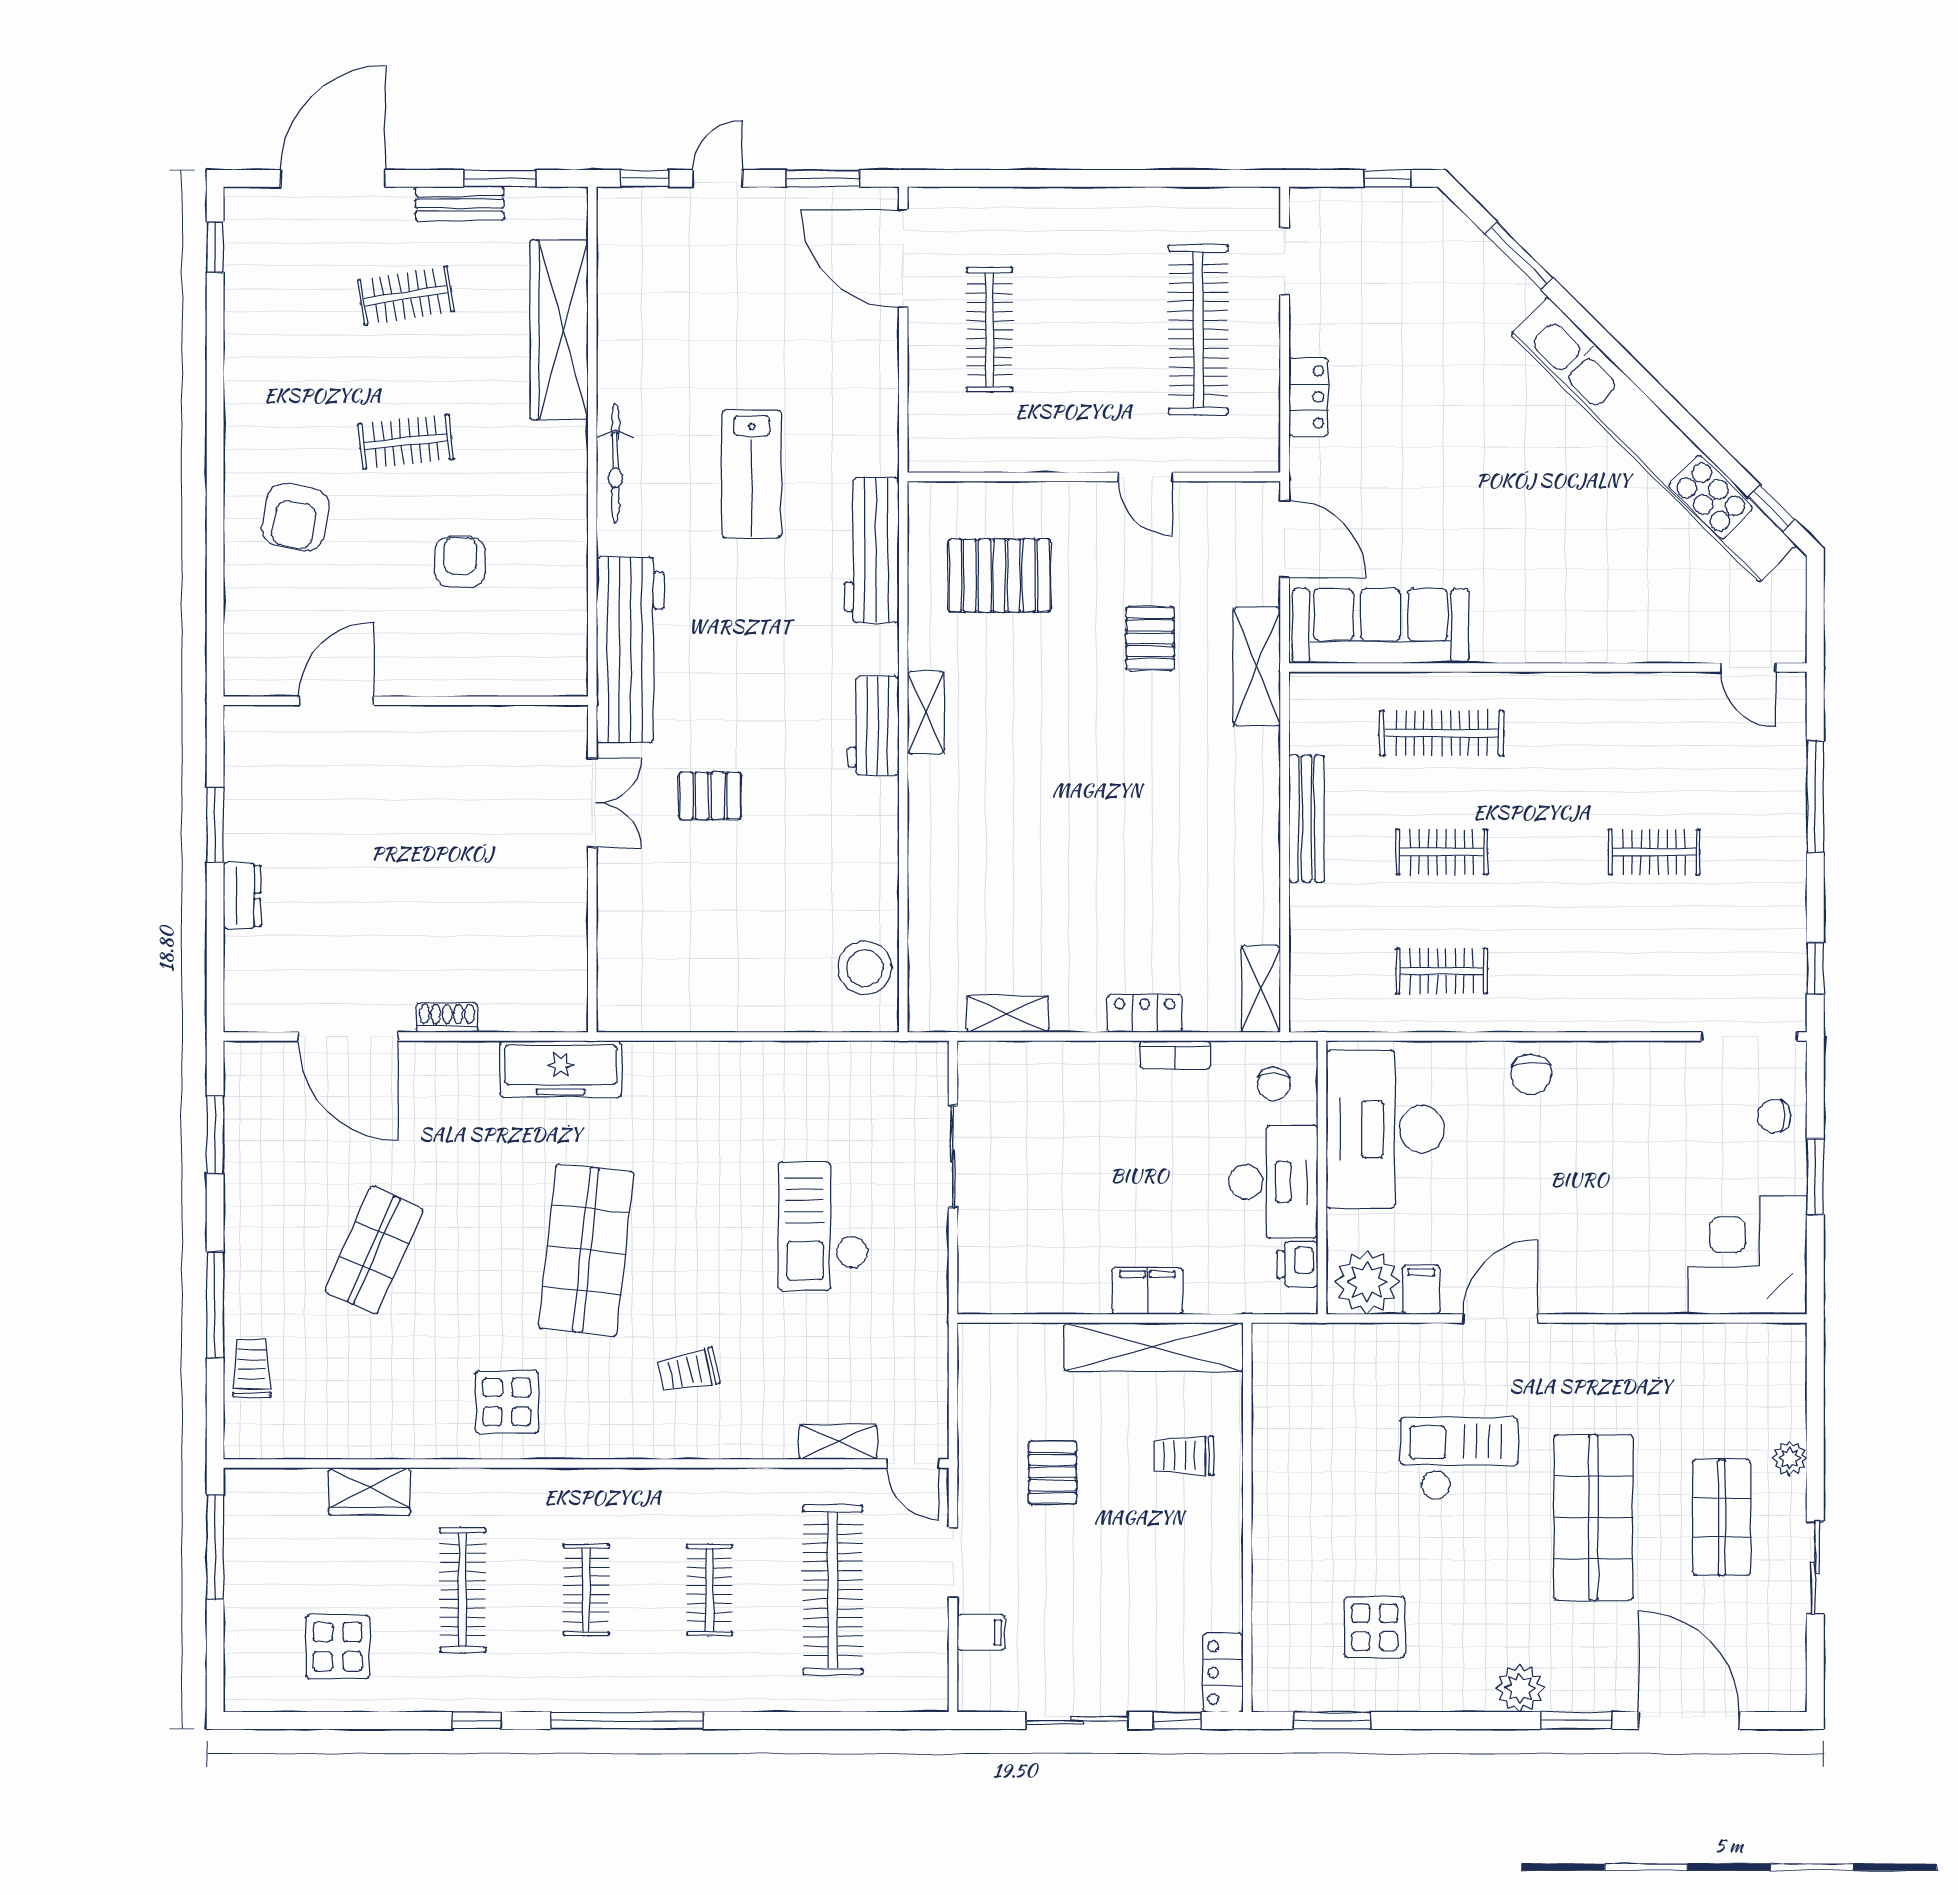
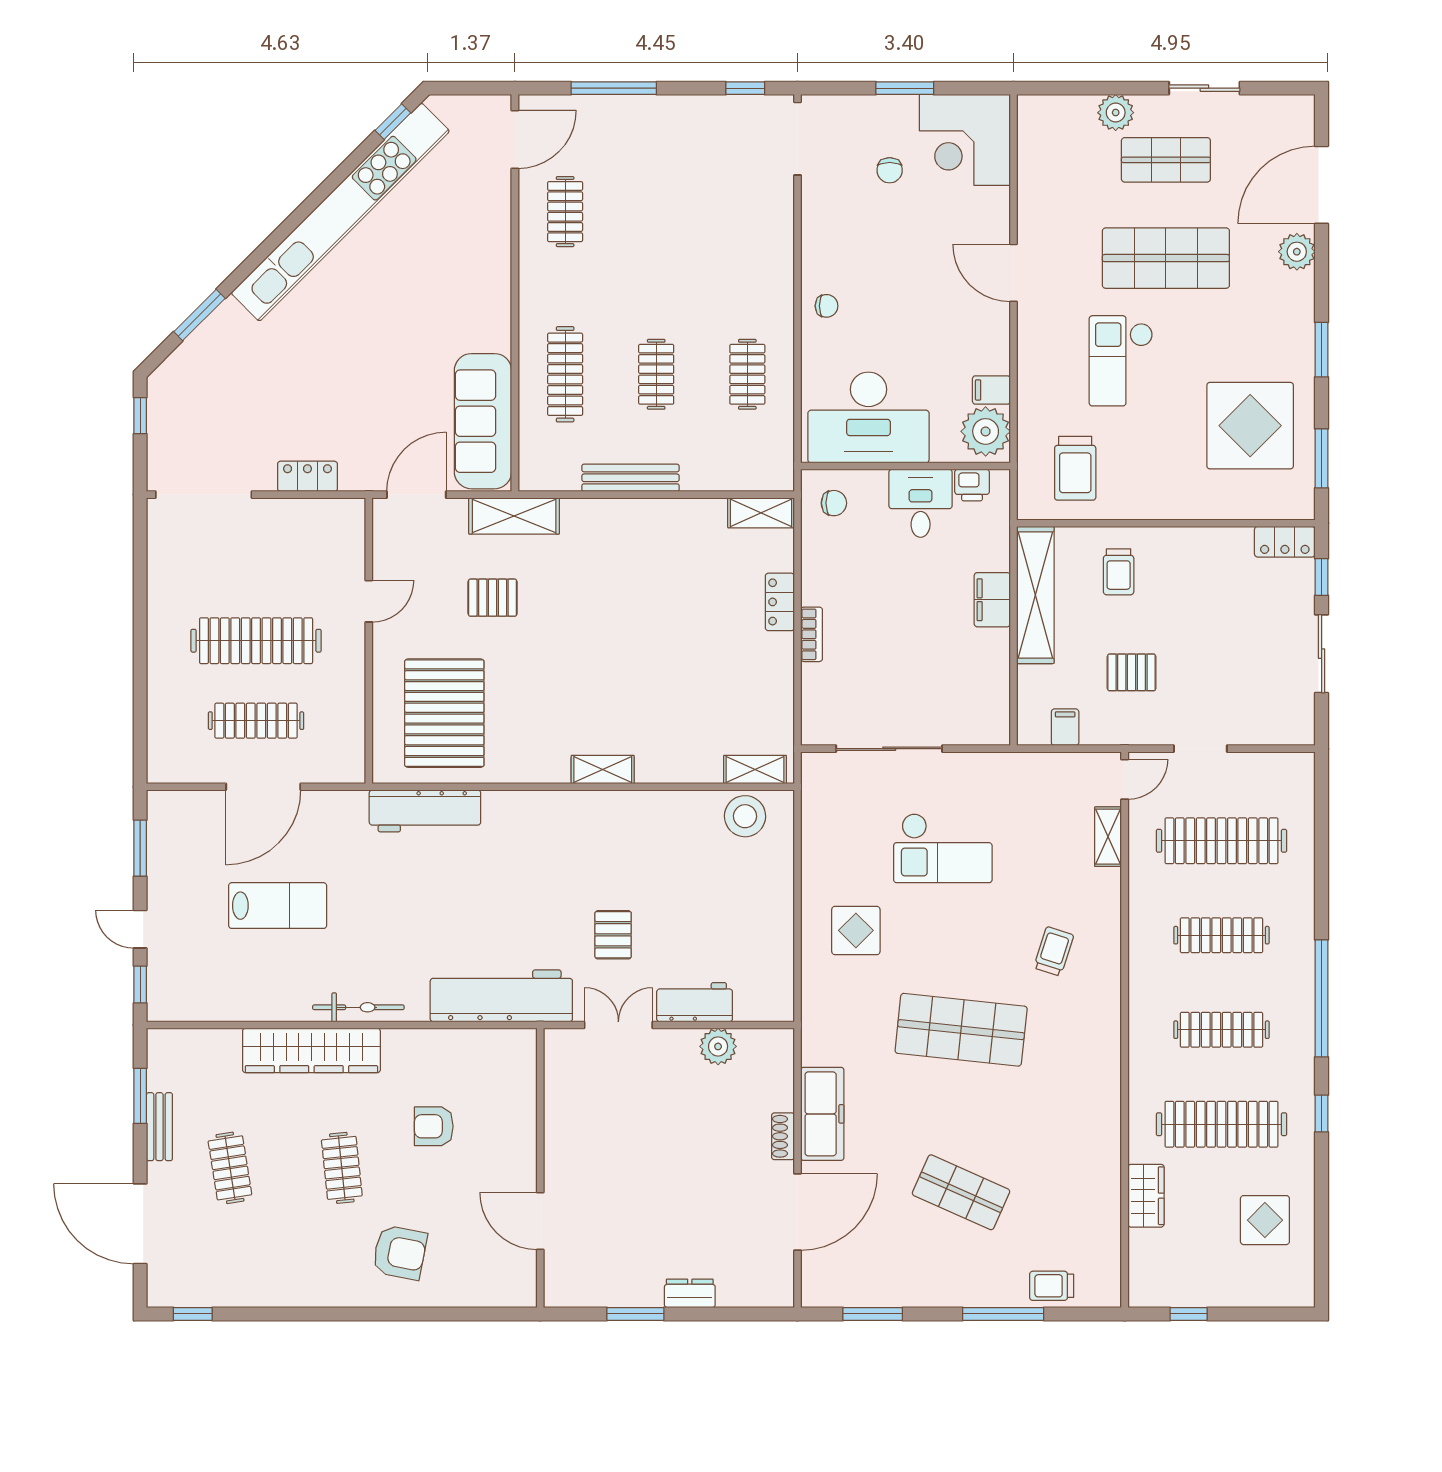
door: (903, 259) -> (263, 787), moved
doorway: (1285, 261) -> (204, 495), width x1.87
wardrobe: (559, 330) -> (311, 1050), moved
clothes rail: (1198, 330) -> (256, 641), moved
lab bench: (752, 474) -> (278, 906), moved
pallet: (999, 576) -> (444, 713), width x1.37, depth x1.41
door: (1748, 668) -> (515, 139), width x1.38
shelving: (926, 712) -> (603, 769), moved
workbench: (874, 726) -> (695, 1002), moved, turned 180
clothes rail: (1654, 852) -> (565, 212), moved
plant: (564, 933) -> (718, 1046), added
shelving: (1007, 1014) -> (755, 769), moved, turned 90
bookcase: (1175, 1055) -> (812, 634), moved
freezer: (561, 1069) -> (822, 1114), moved
chair: (1531, 1074) -> (827, 306), width x0.73, depth x0.73
chair: (1774, 1116) -> (890, 170), moved
sliding door: (953, 1156) -> (889, 749), width x1.37
desk: (1273, 1182) -> (921, 503), width x0.73
door: (1500, 1318) -> (1013, 273), moved
trolley: (688, 1371) -> (1054, 951), turned -150
trolley: (1319, 1399) -> (1075, 468), added
display table: (507, 1402) -> (856, 930), moved
plant: (1790, 1458) -> (1116, 113), width x1.38, depth x1.38
window: (215, 1547) -> (1189, 1314), width x0.46
clothes rail: (463, 1590) -> (1221, 1124), width x1.37, depth x1.31
clothes rail: (586, 1590) -> (1221, 1030), width x1.36
clothes rail: (709, 1590) -> (1221, 935), width x1.36
display table: (1375, 1627) -> (1250, 426), width x1.86, depth x1.86
filing cabinet: (981, 1633) -> (1065, 727), moved
plant: (1520, 1688) -> (1297, 252), moved
window: (1576, 1721) -> (1322, 350), moved

